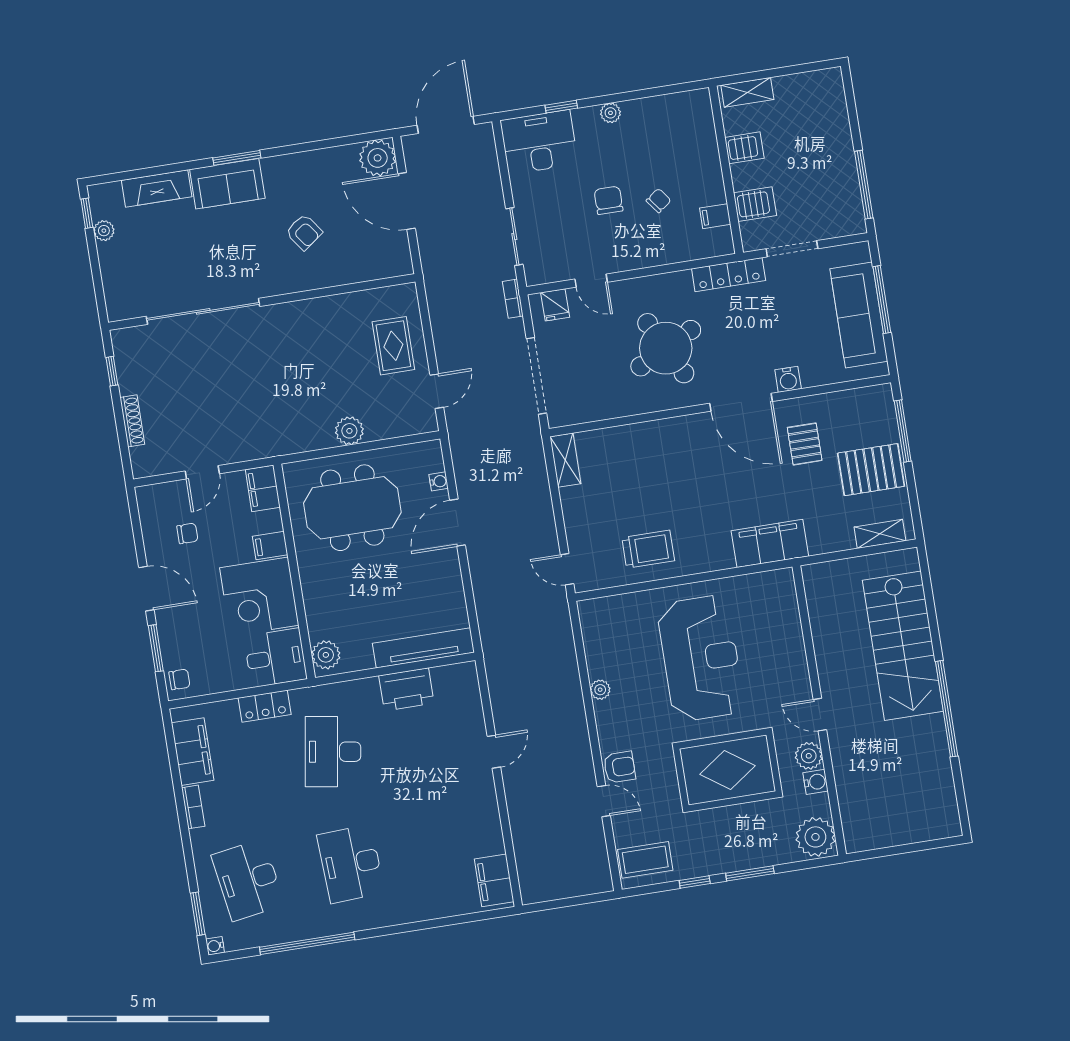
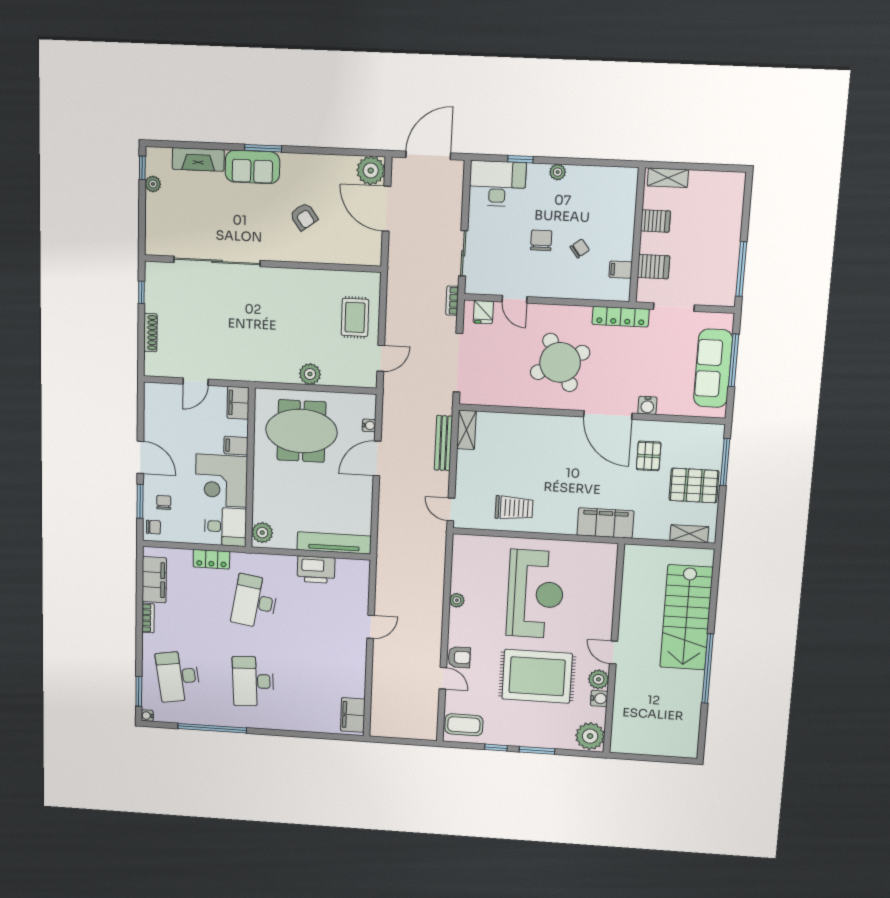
bench: (539, 484) -> (443, 443), added
chair: (187, 533) -> (164, 502), moved, turned -90

